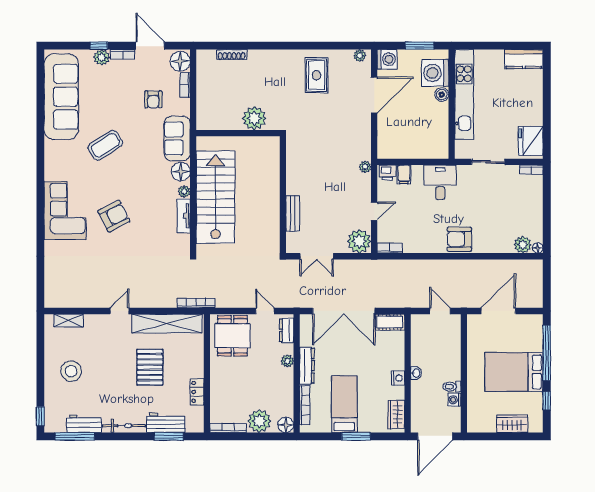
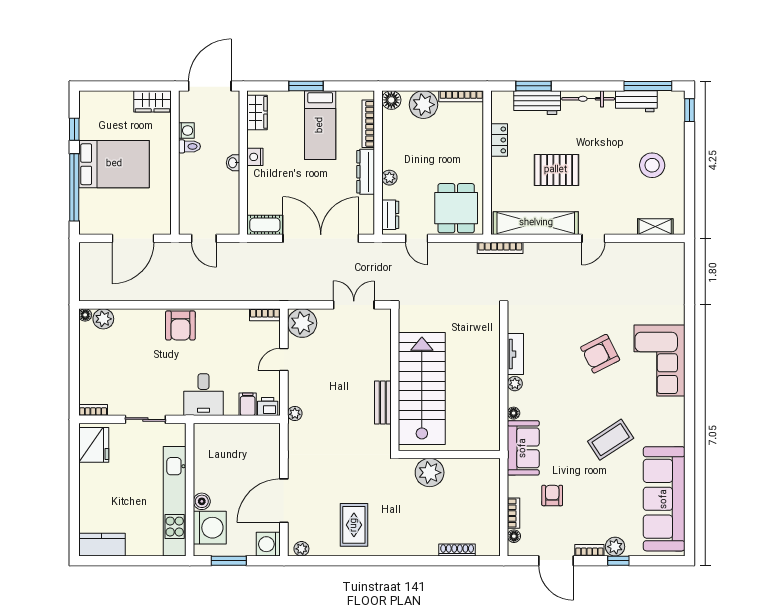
floor lamp: (180, 61) -> (514, 536), width x0.53, depth x0.53
floor lamp: (181, 172) -> (514, 413), width x0.53, depth x0.53
stairs: (215, 197) -> (422, 389), moved, turned 180
bench: (293, 214) -> (383, 403), moved
armchair: (459, 239) -> (180, 325), turned 90
pallet: (150, 367) -> (556, 170), turned 90
wardrobe: (512, 424) -> (153, 101), moved

